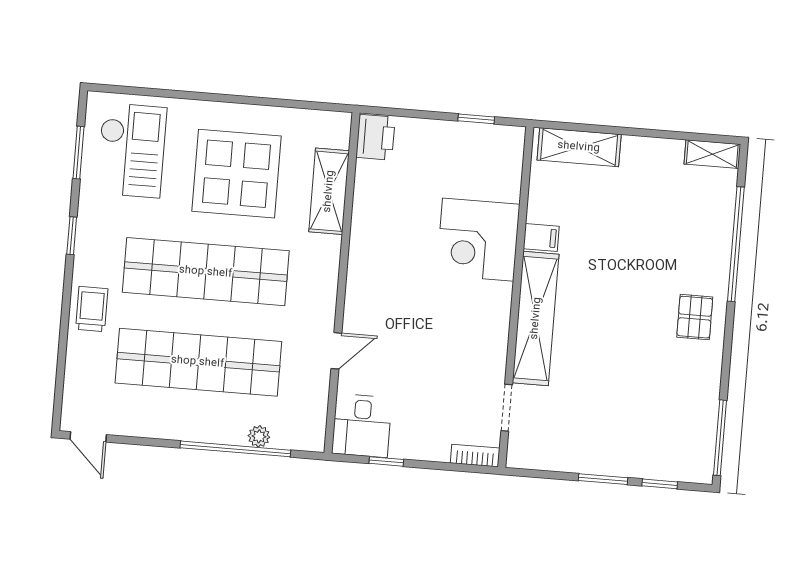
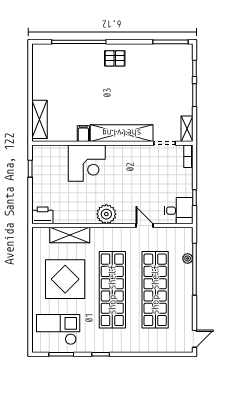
shelving: (712, 154) -> (187, 129), moved
plant: (367, 272) -> (106, 214), added
trolley: (92, 309) -> (134, 342), removed

